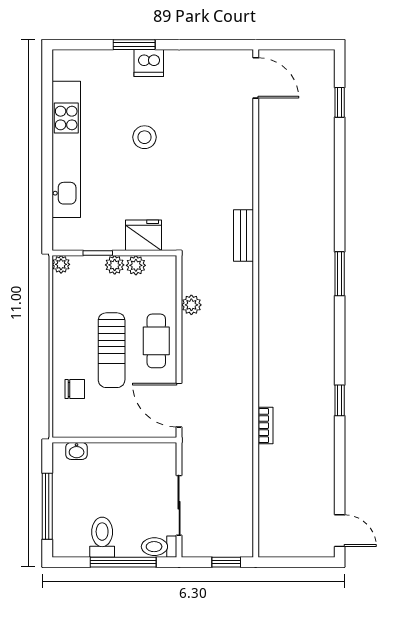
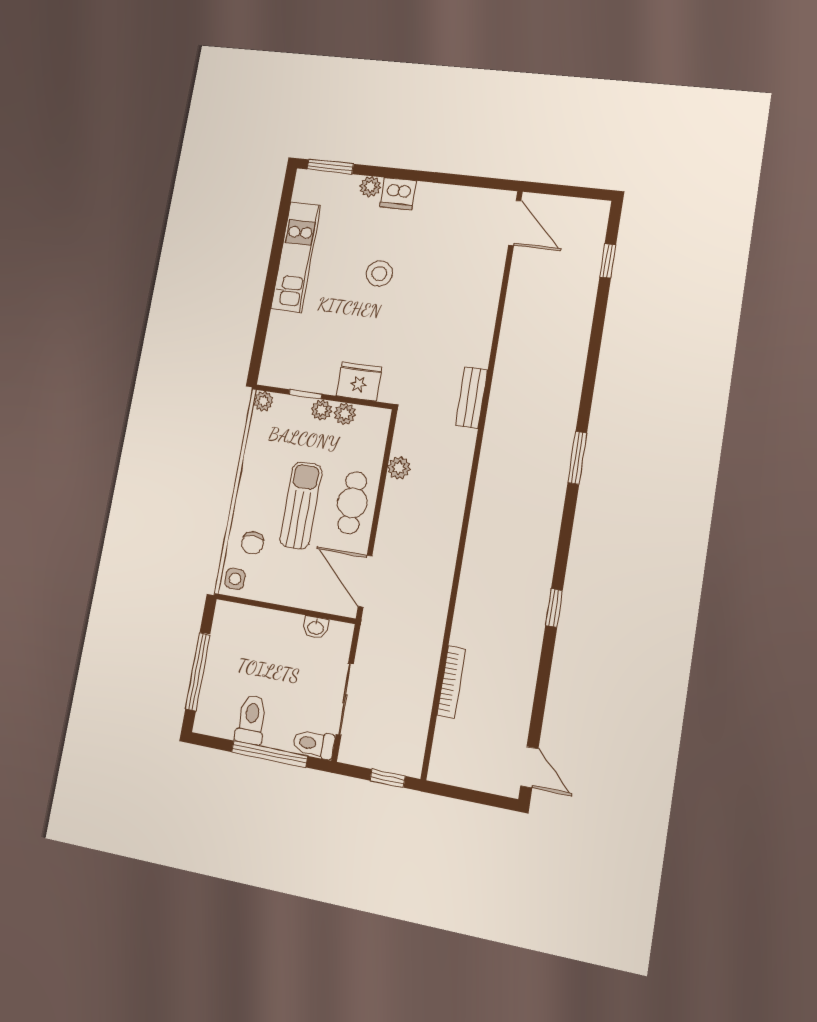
window: (134, 45) -> (330, 167), moved
plant: (123, 59) -> (370, 187), added
kitchen unit: (66, 149) -> (296, 257), width x0.73
sun lounger: (112, 350) -> (301, 505), turned 180
chair: (75, 389) -> (253, 543), turned 90
side table: (65, 422) -> (235, 579), added
bookcase: (265, 426) -> (451, 682), moved, width x1.56
washbasin: (77, 451) -> (316, 627), moved

